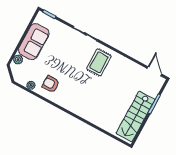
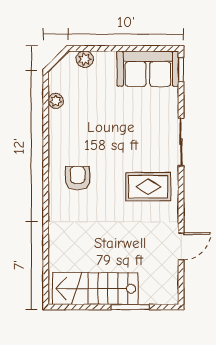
sofa: (34, 42) -> (148, 69), moved
door: (154, 71) -> (181, 246), moved
armchair: (51, 84) -> (78, 178), moved

